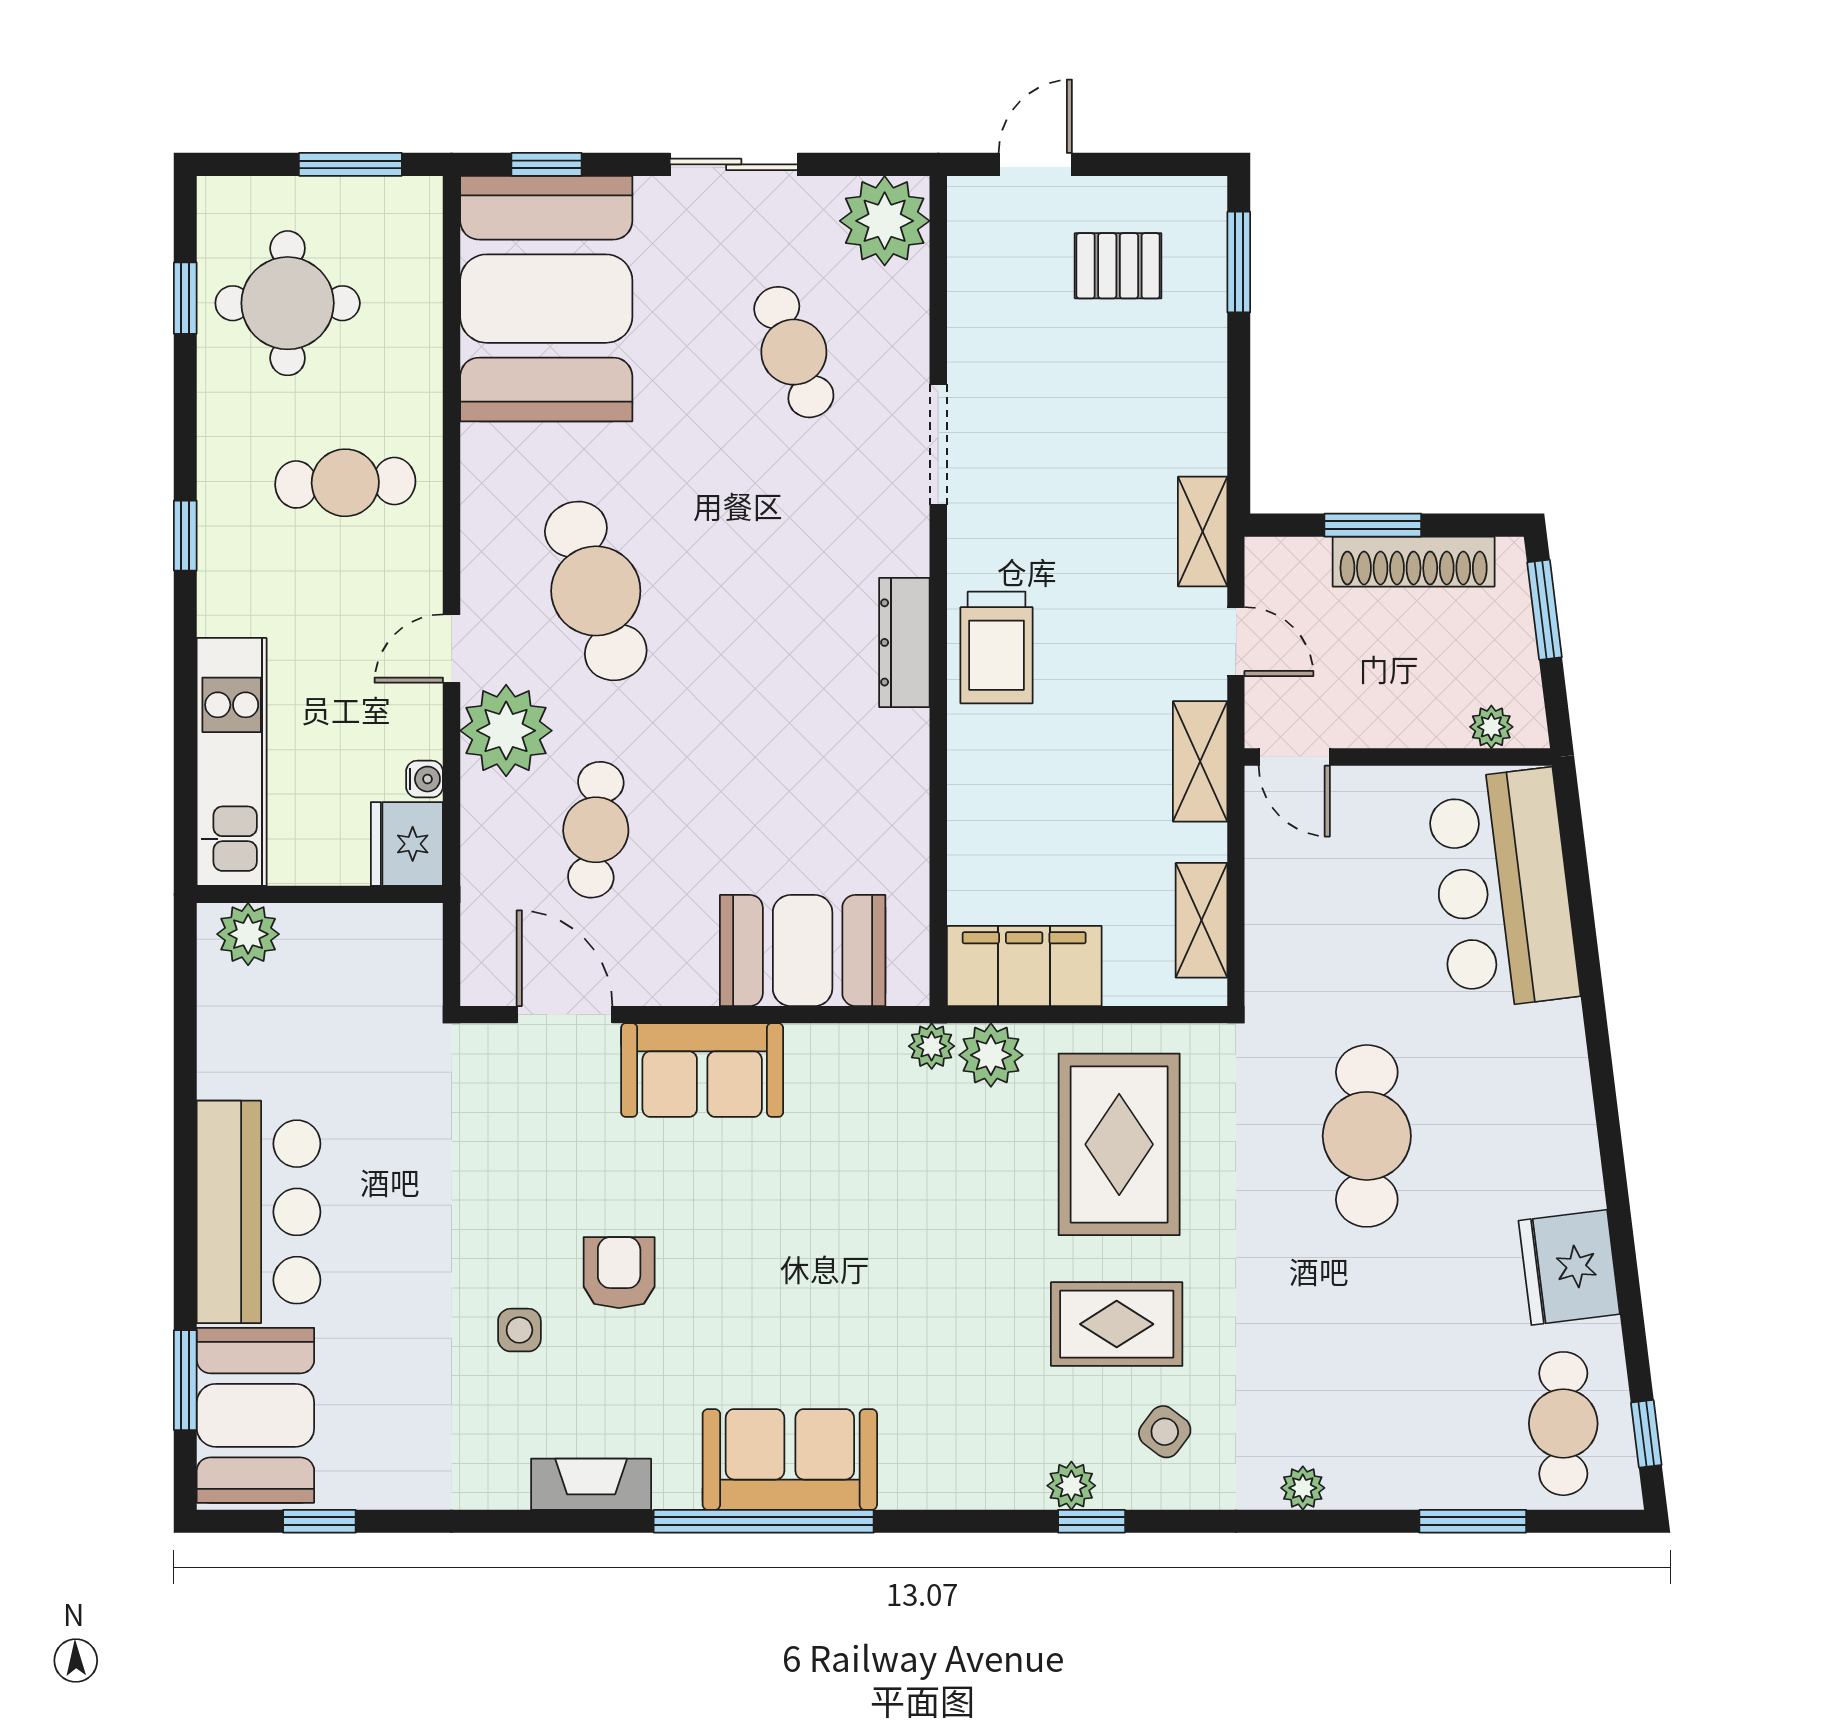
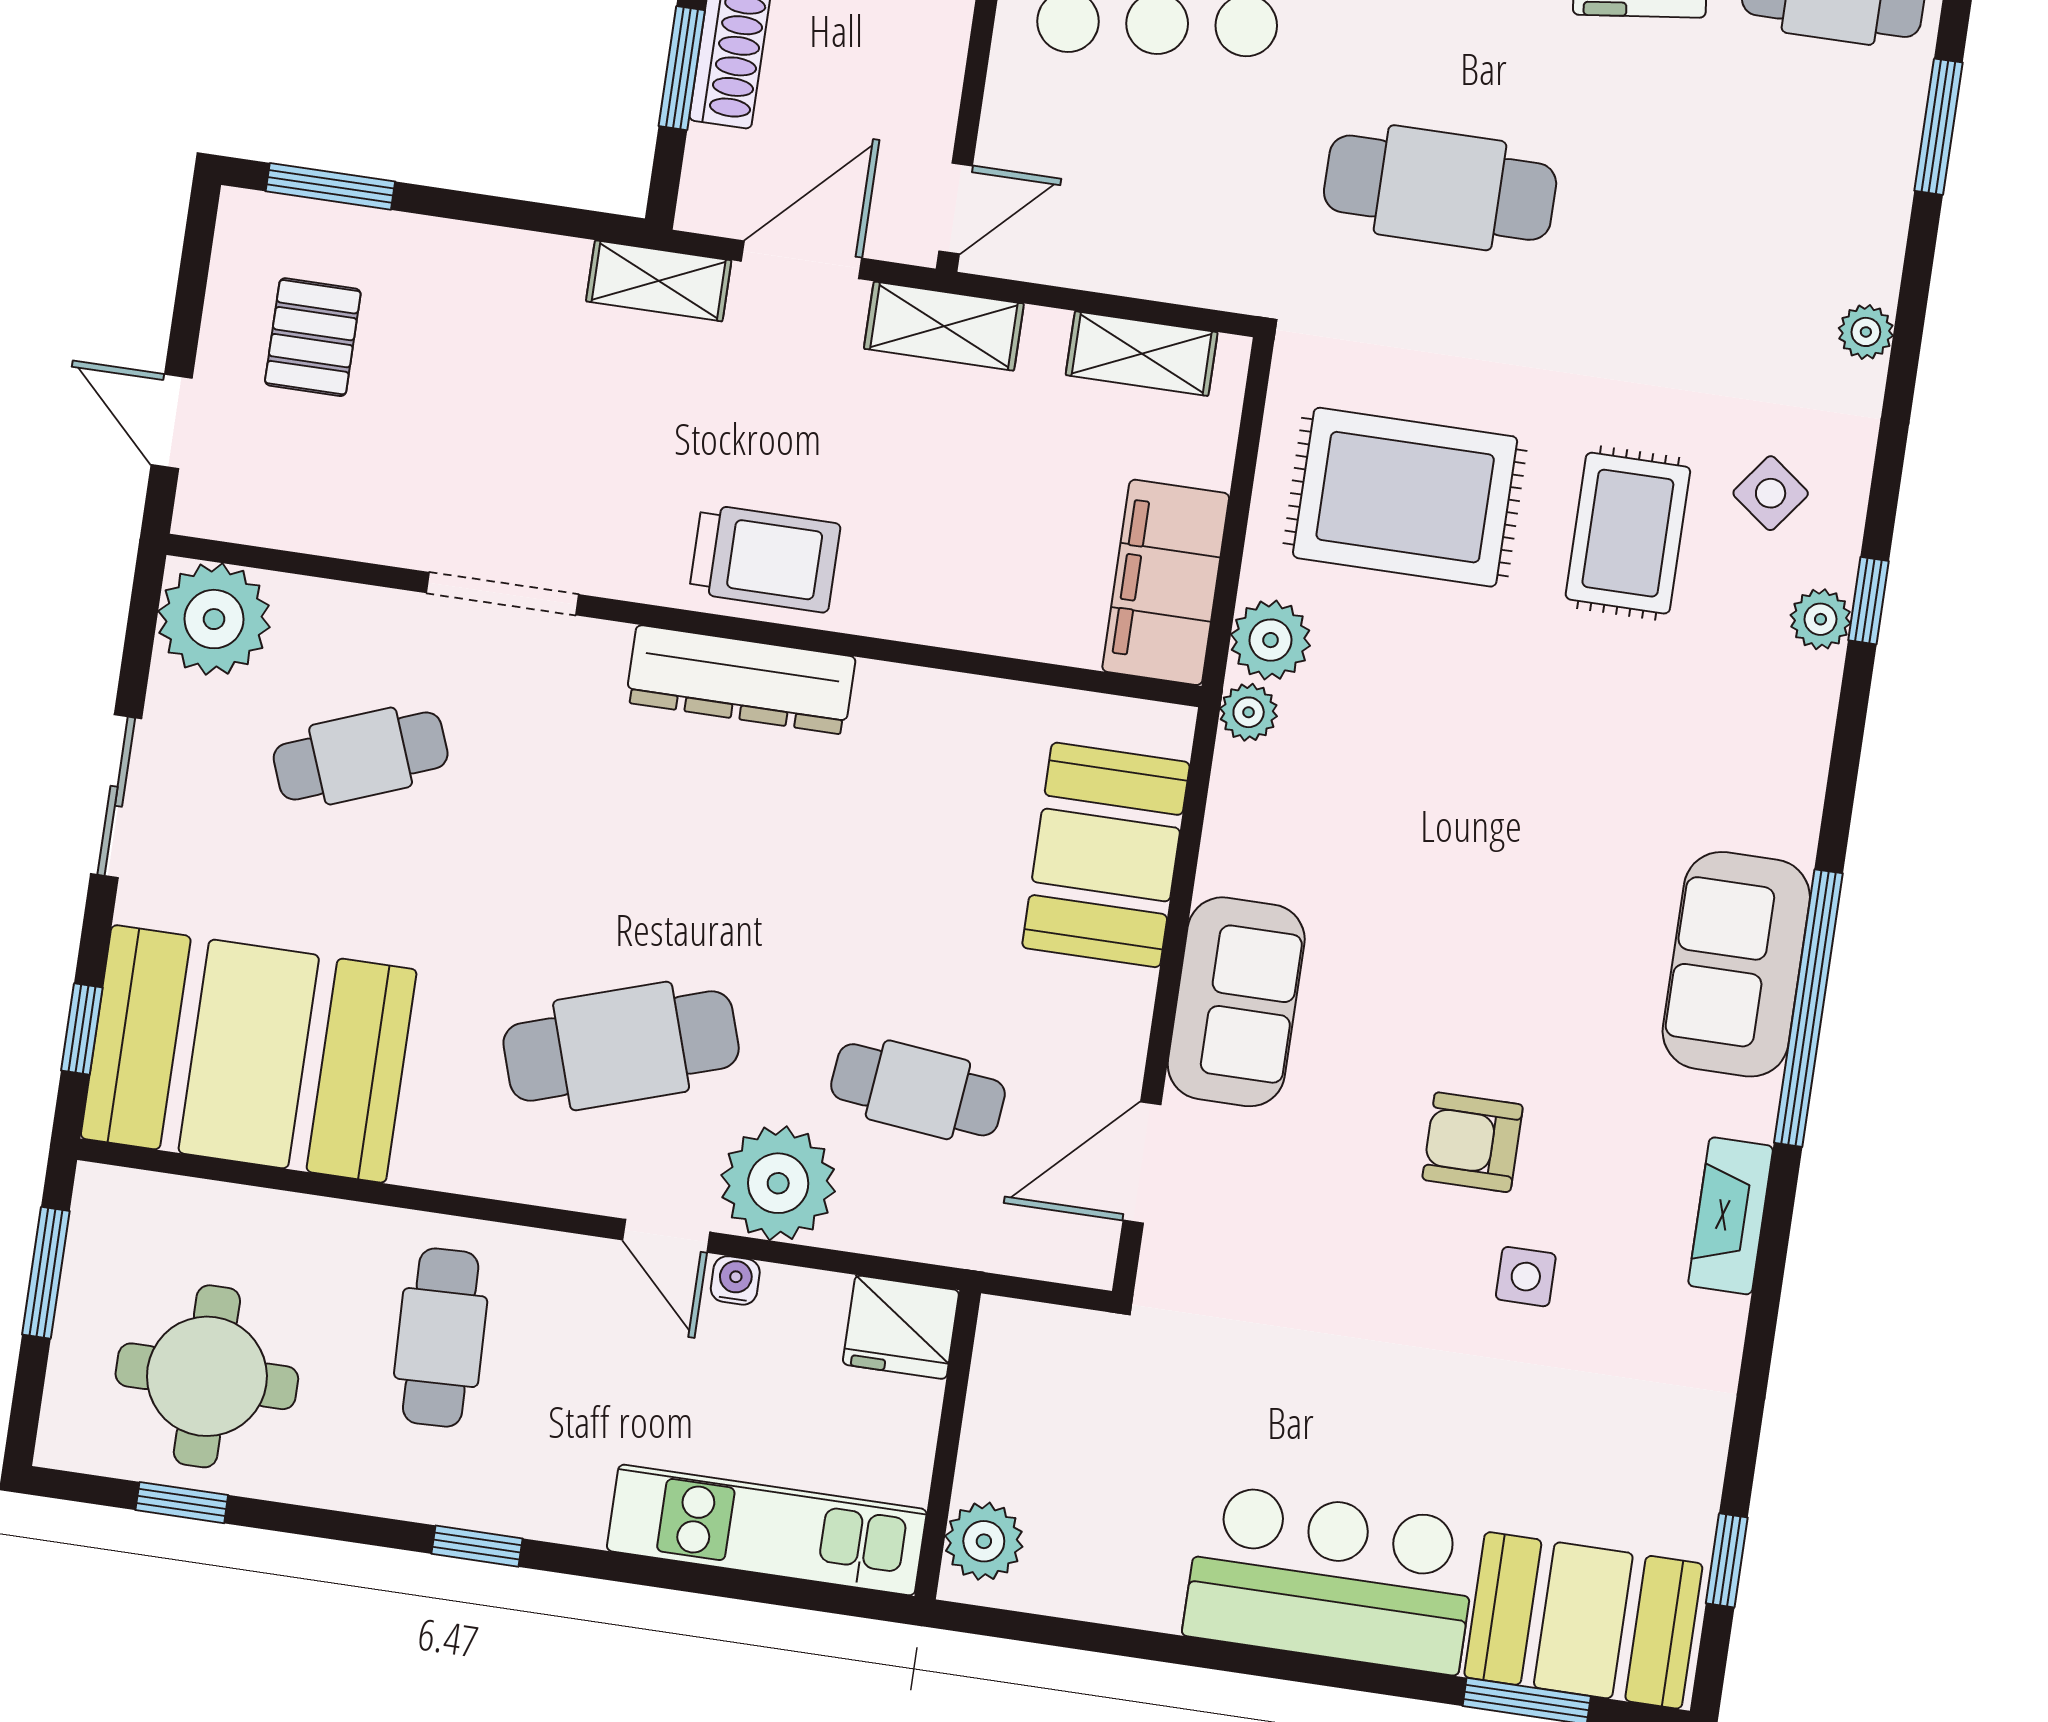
dresser: (904, 642) -> (741, 680), width x1.37, depth x1.24
door: (1236, 642) -> (802, 260), width x1.38
water cooler: (425, 779) -> (735, 1280), moved

